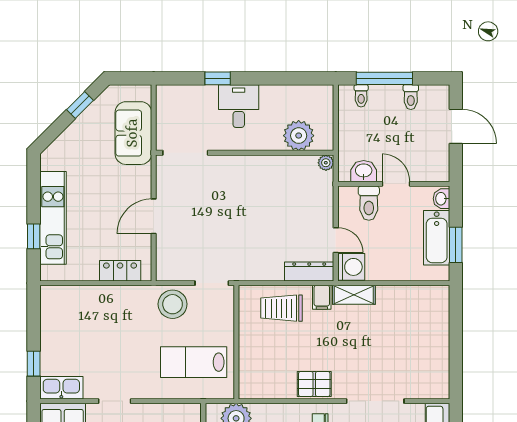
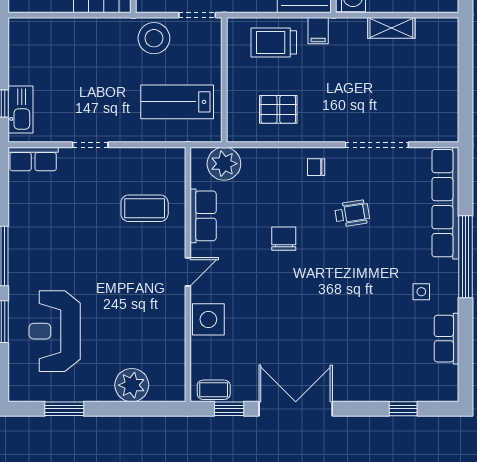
shelving: (354, 295) -> (391, 28), moved
pallet: (314, 384) -> (278, 109), moved
kitchen sink: (61, 388) -> (21, 110), moved, turned 90

